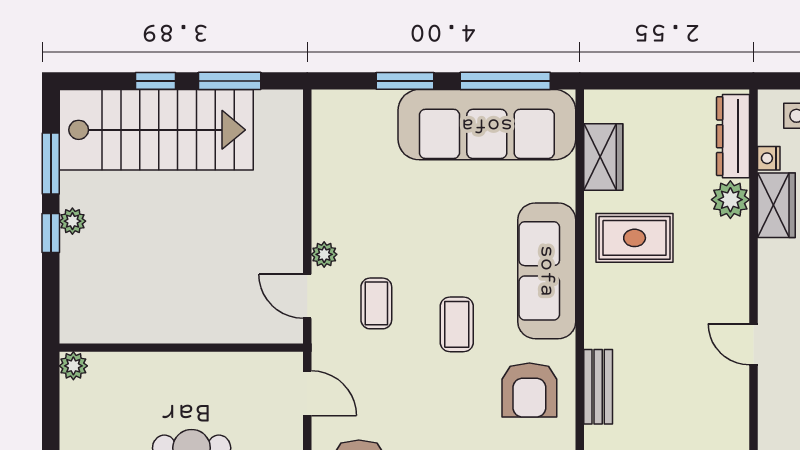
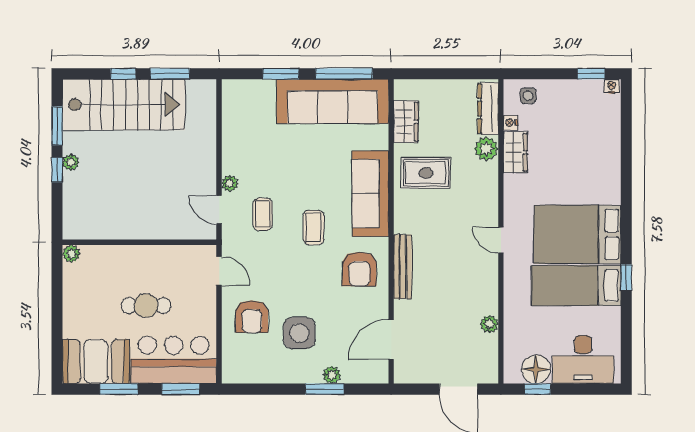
bench: (598, 387) -> (403, 267), width x1.36

